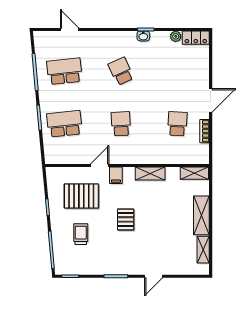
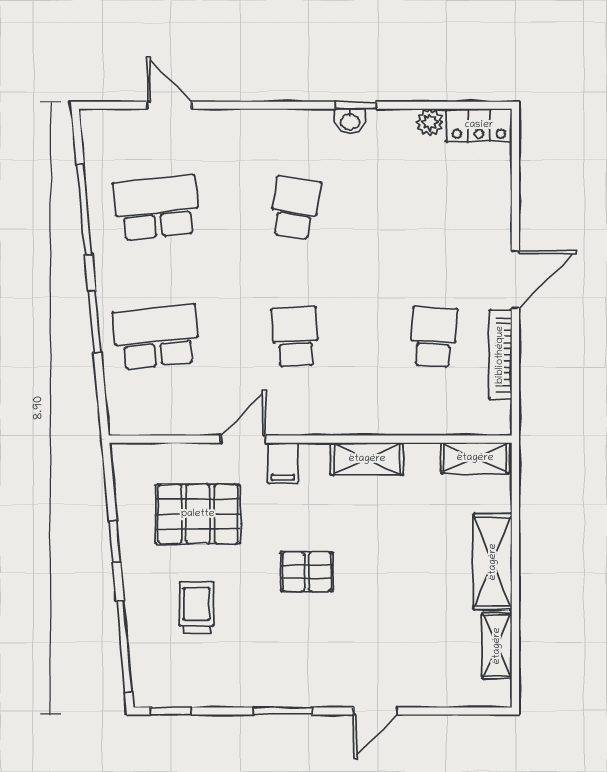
school desk: (121, 71) -> (295, 208), turned 33
bookcase: (205, 131) -> (500, 355), width x1.56
pallet: (126, 219) -> (307, 572), turned 90

